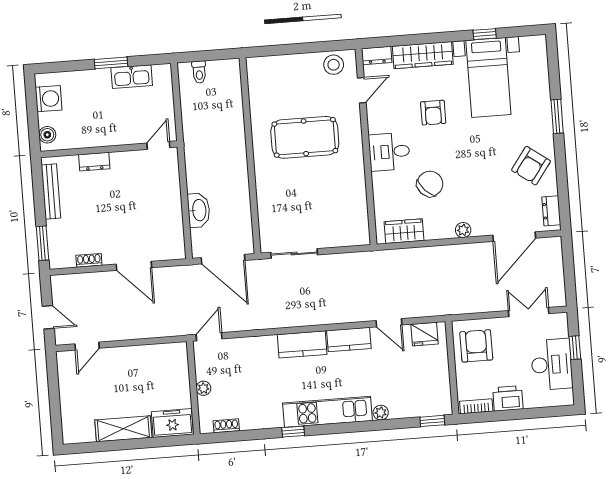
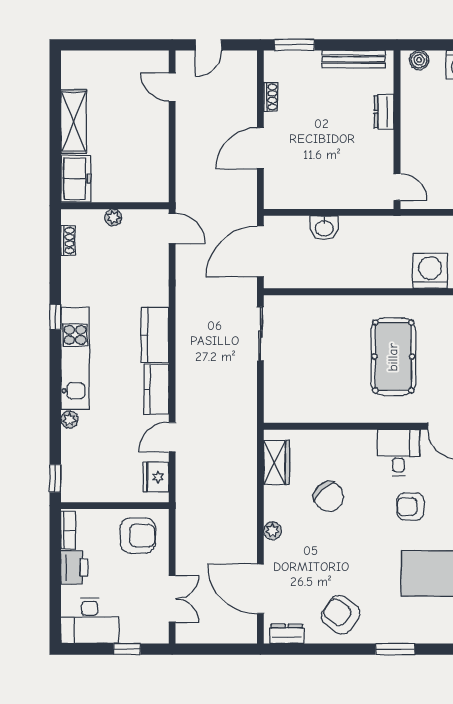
washing machine: (229, 111) -> (430, 271), added
desk: (389, 152) -> (398, 453), moved
washbasin: (199, 210) -> (324, 228), width x0.72
desk: (552, 364) -> (90, 621), moved

